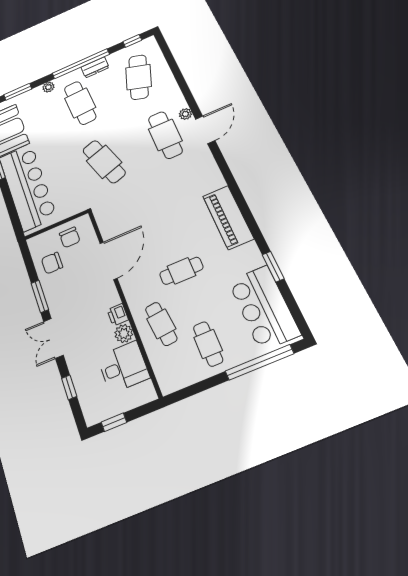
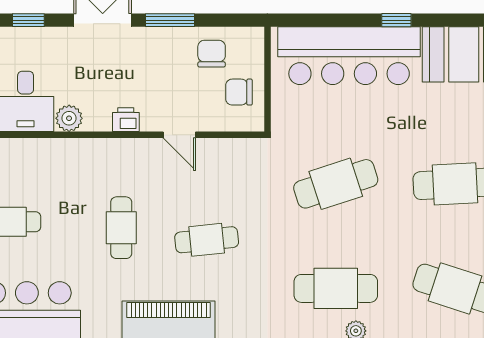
door: (108, 261) -> (179, 135), width x0.53
printer: (118, 315) -> (126, 120), moved
cafe table: (161, 324) -> (207, 240), moved

